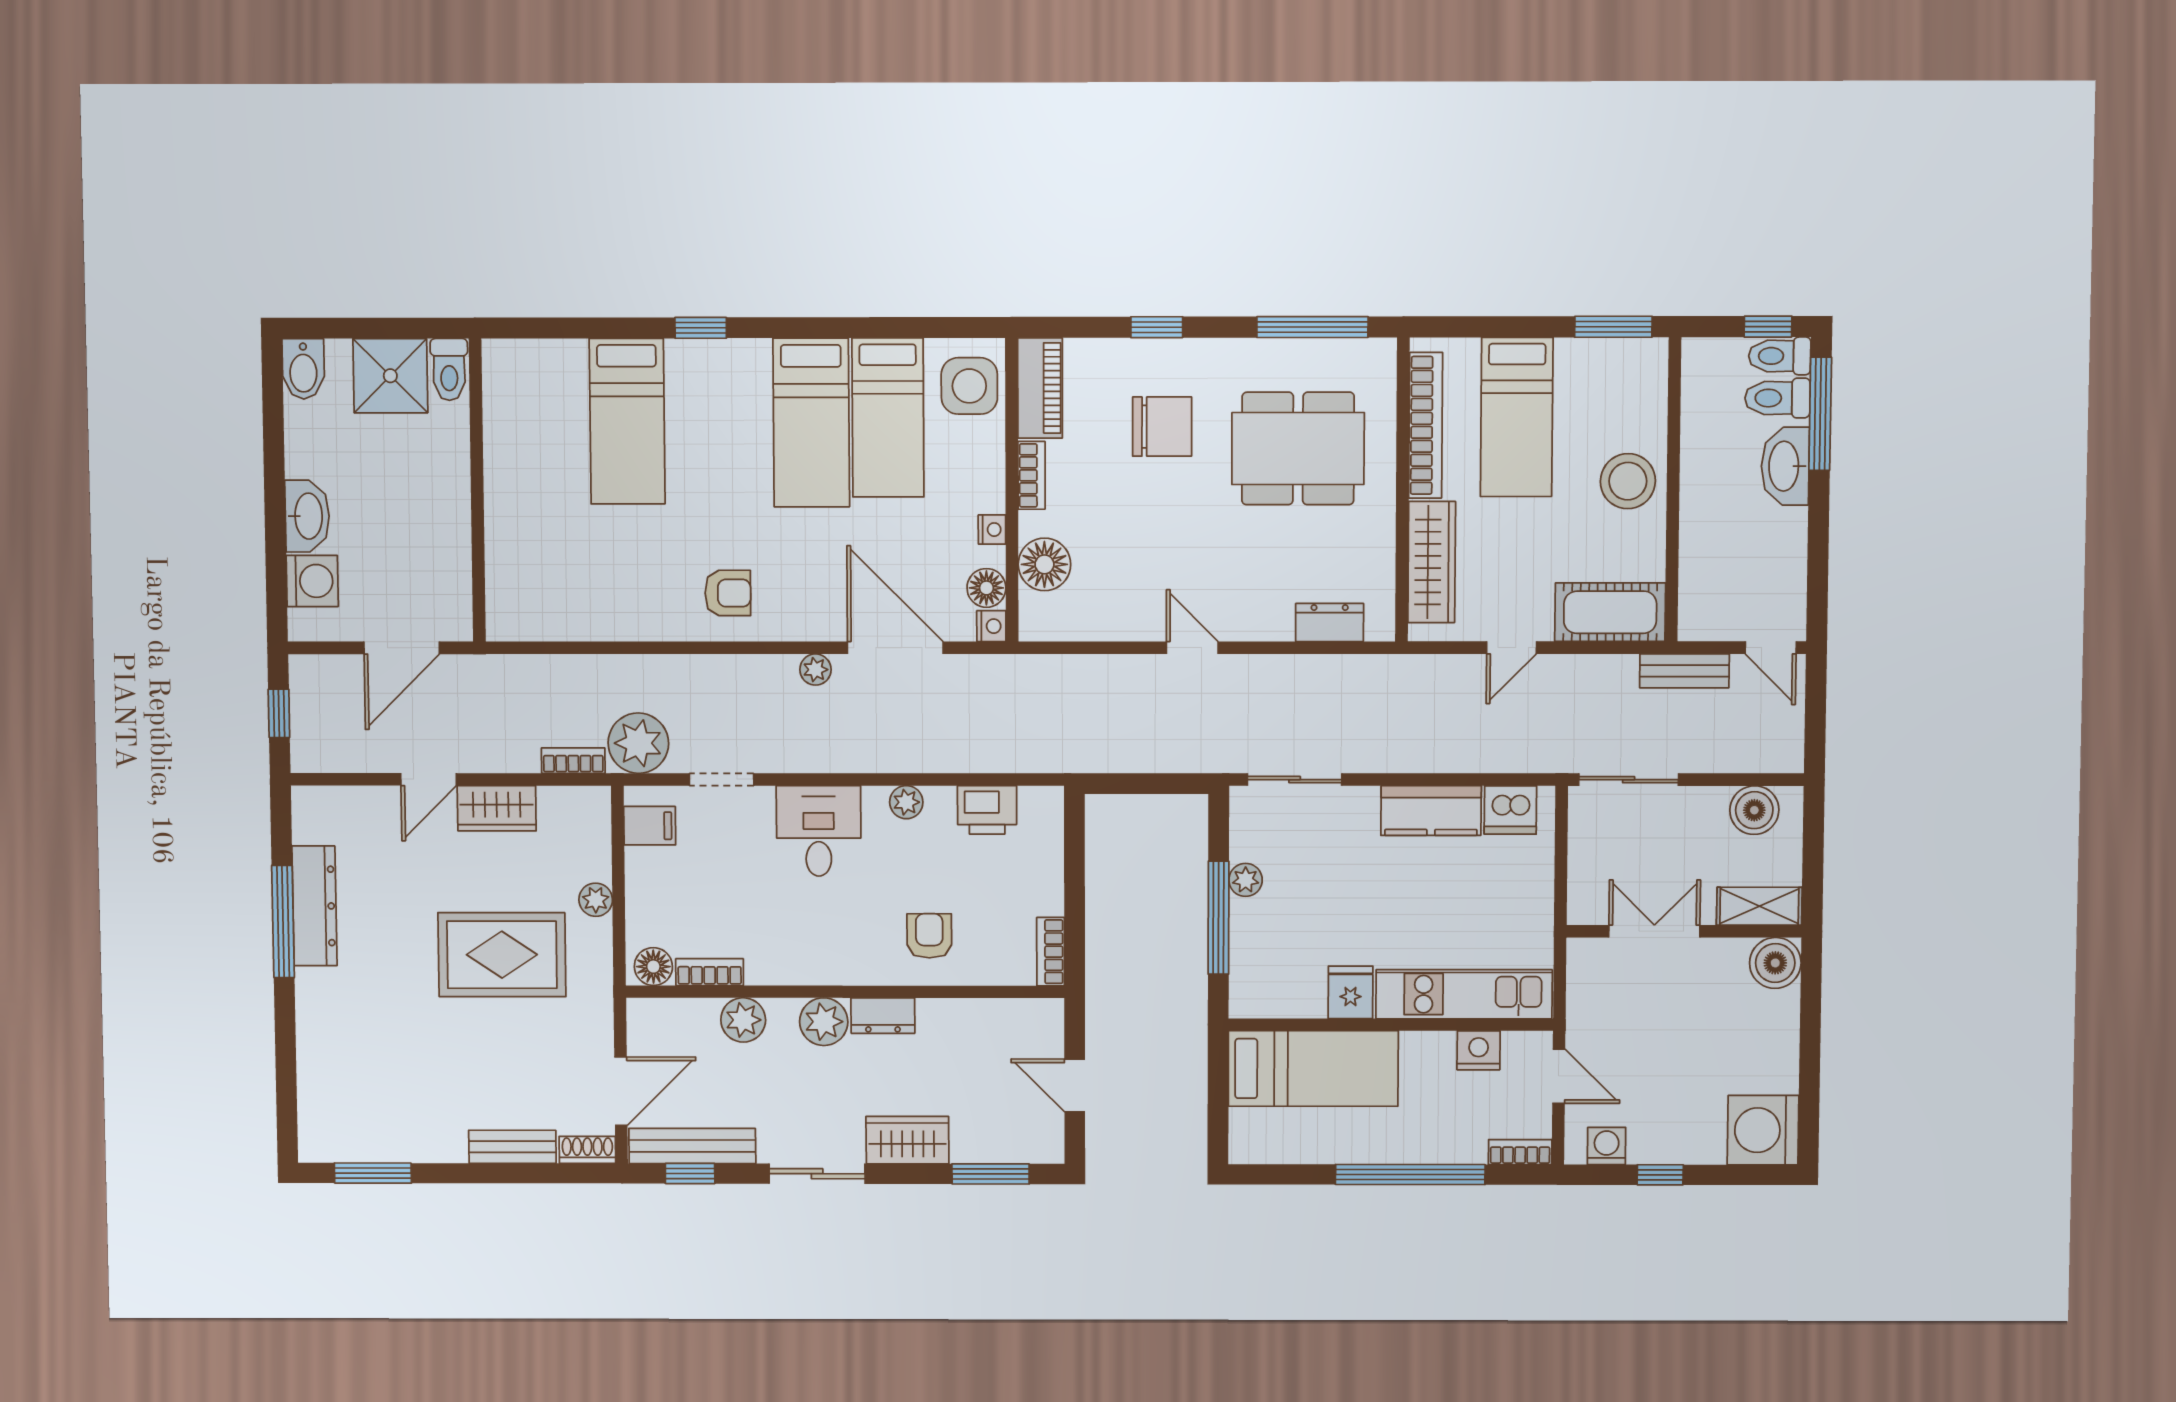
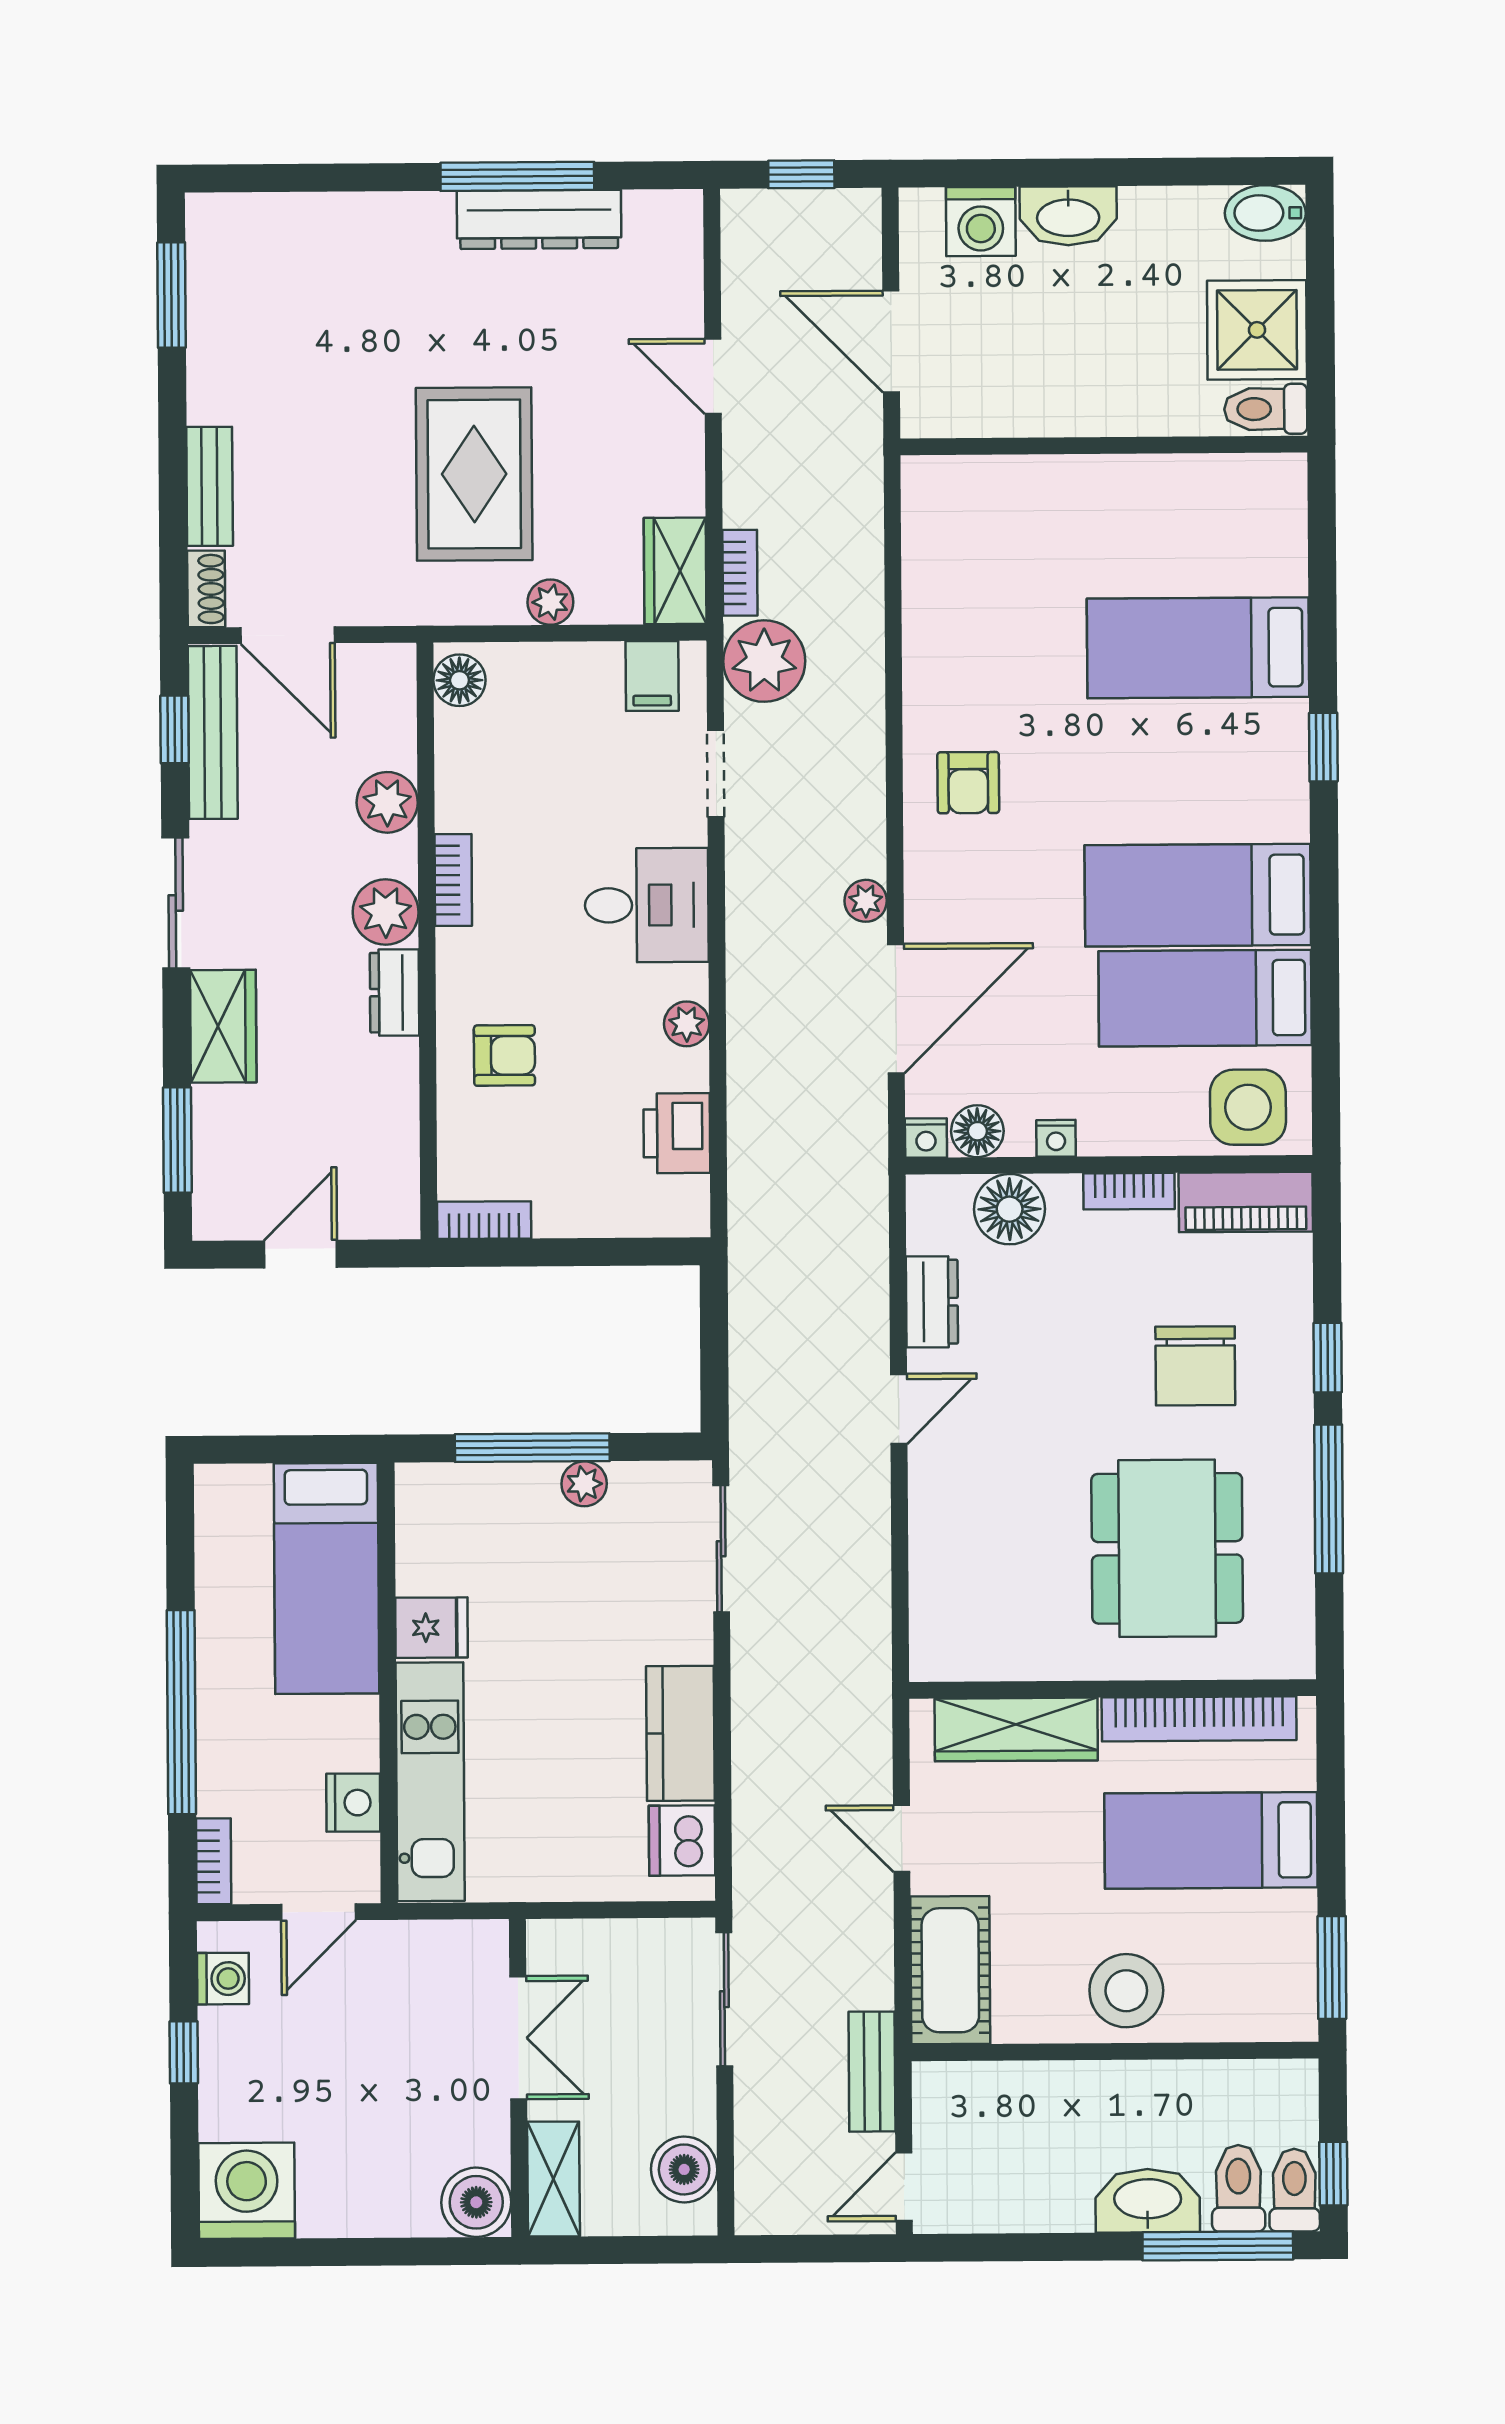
window: (1312, 327) -> (1329, 1499), moved
dresser: (1330, 622) -> (932, 1302), moved
wardrobe: (497, 808) -> (675, 571), moved
bookcase: (710, 972) -> (453, 880), moved

